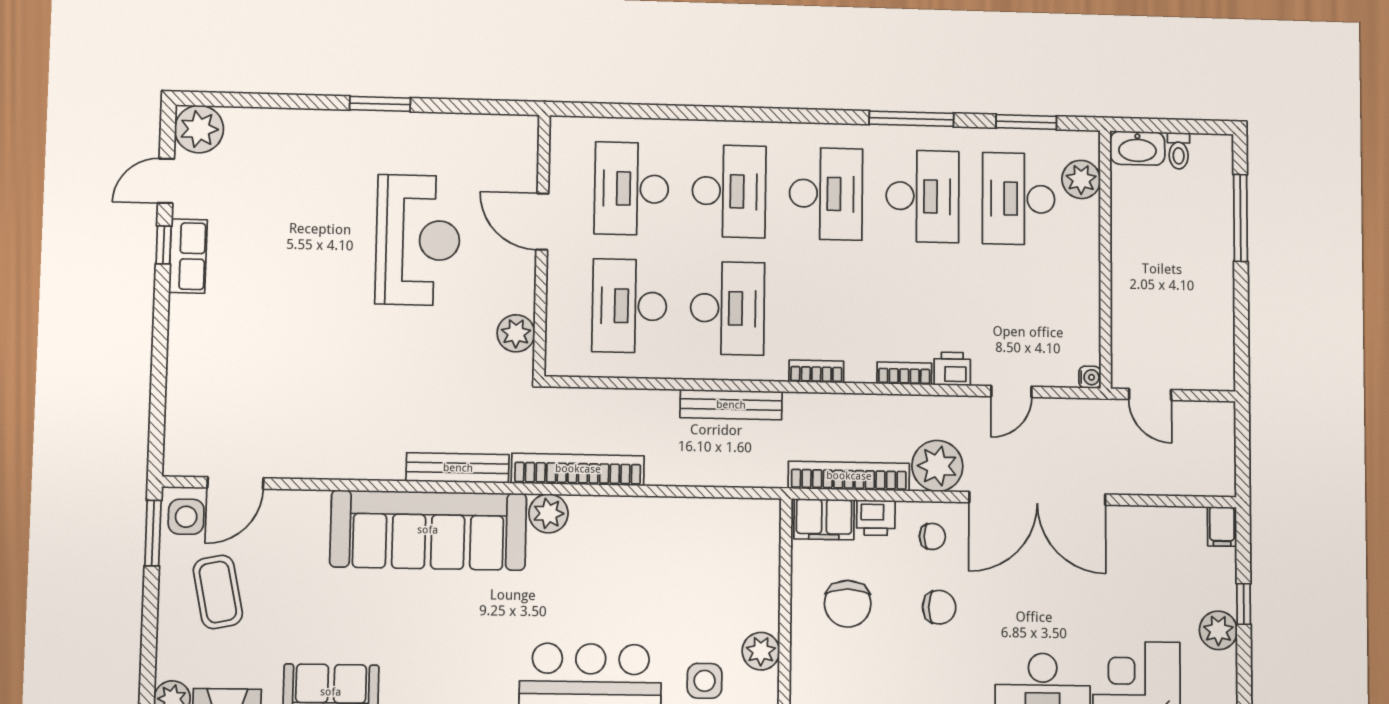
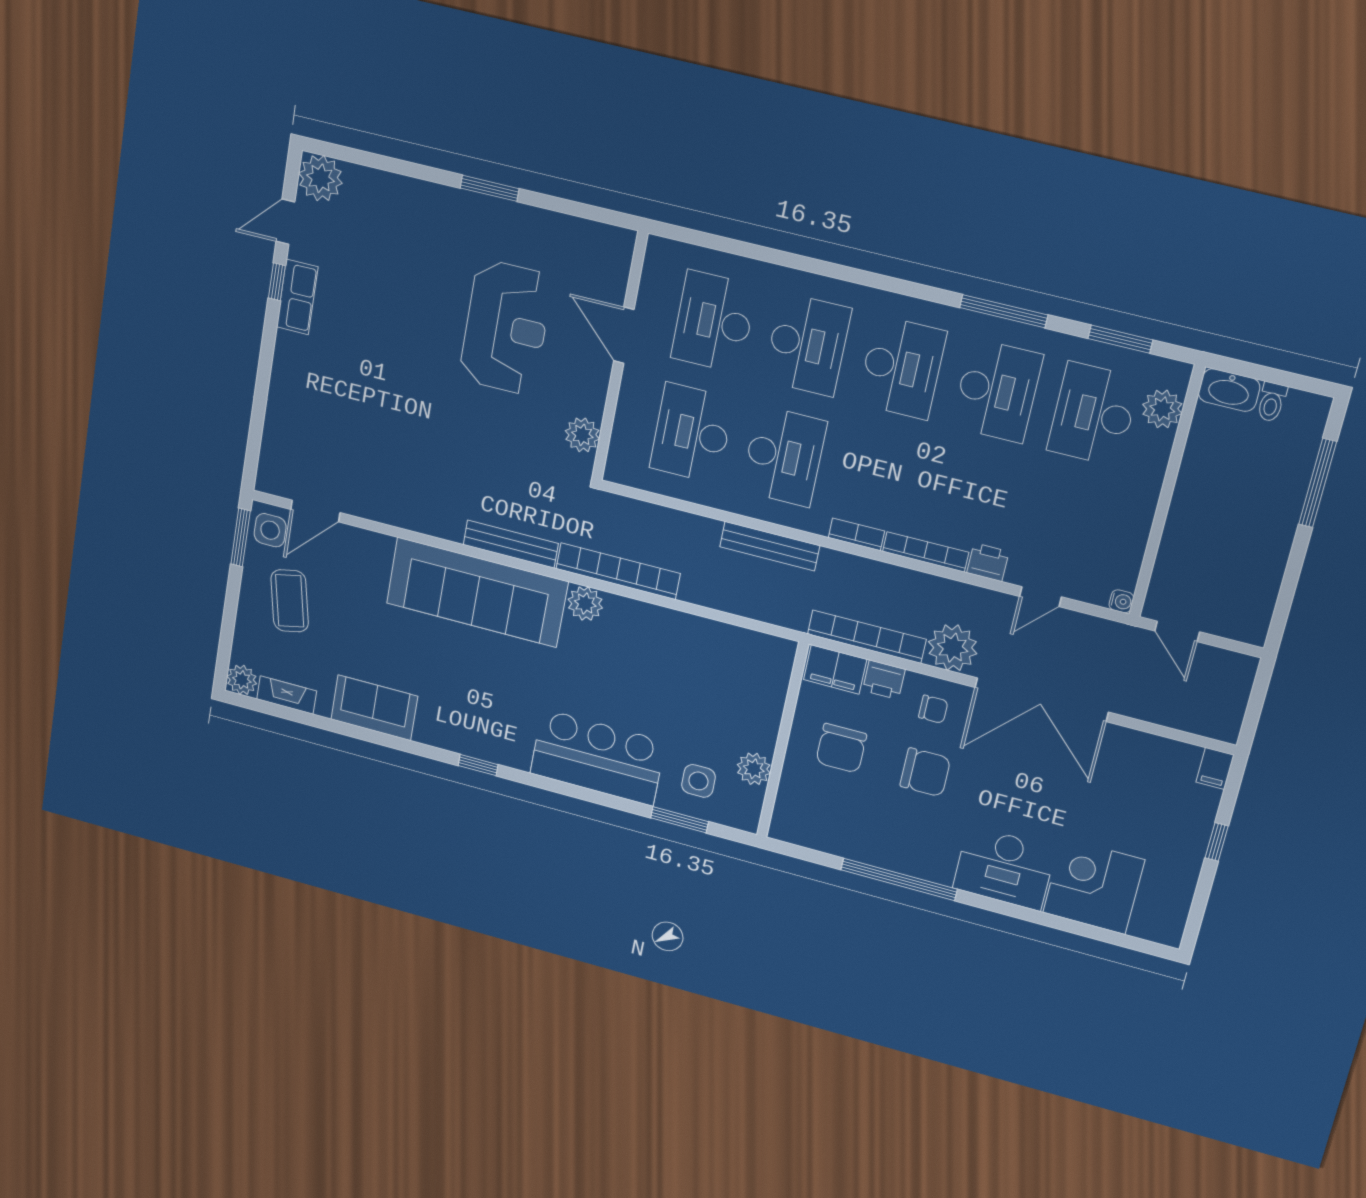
bookcase: (904, 373) -> (926, 552), width x1.56
chair: (939, 607) -> (925, 772), width x1.37, depth x1.37
plant: (1218, 630) -> (1185, 859), removed

